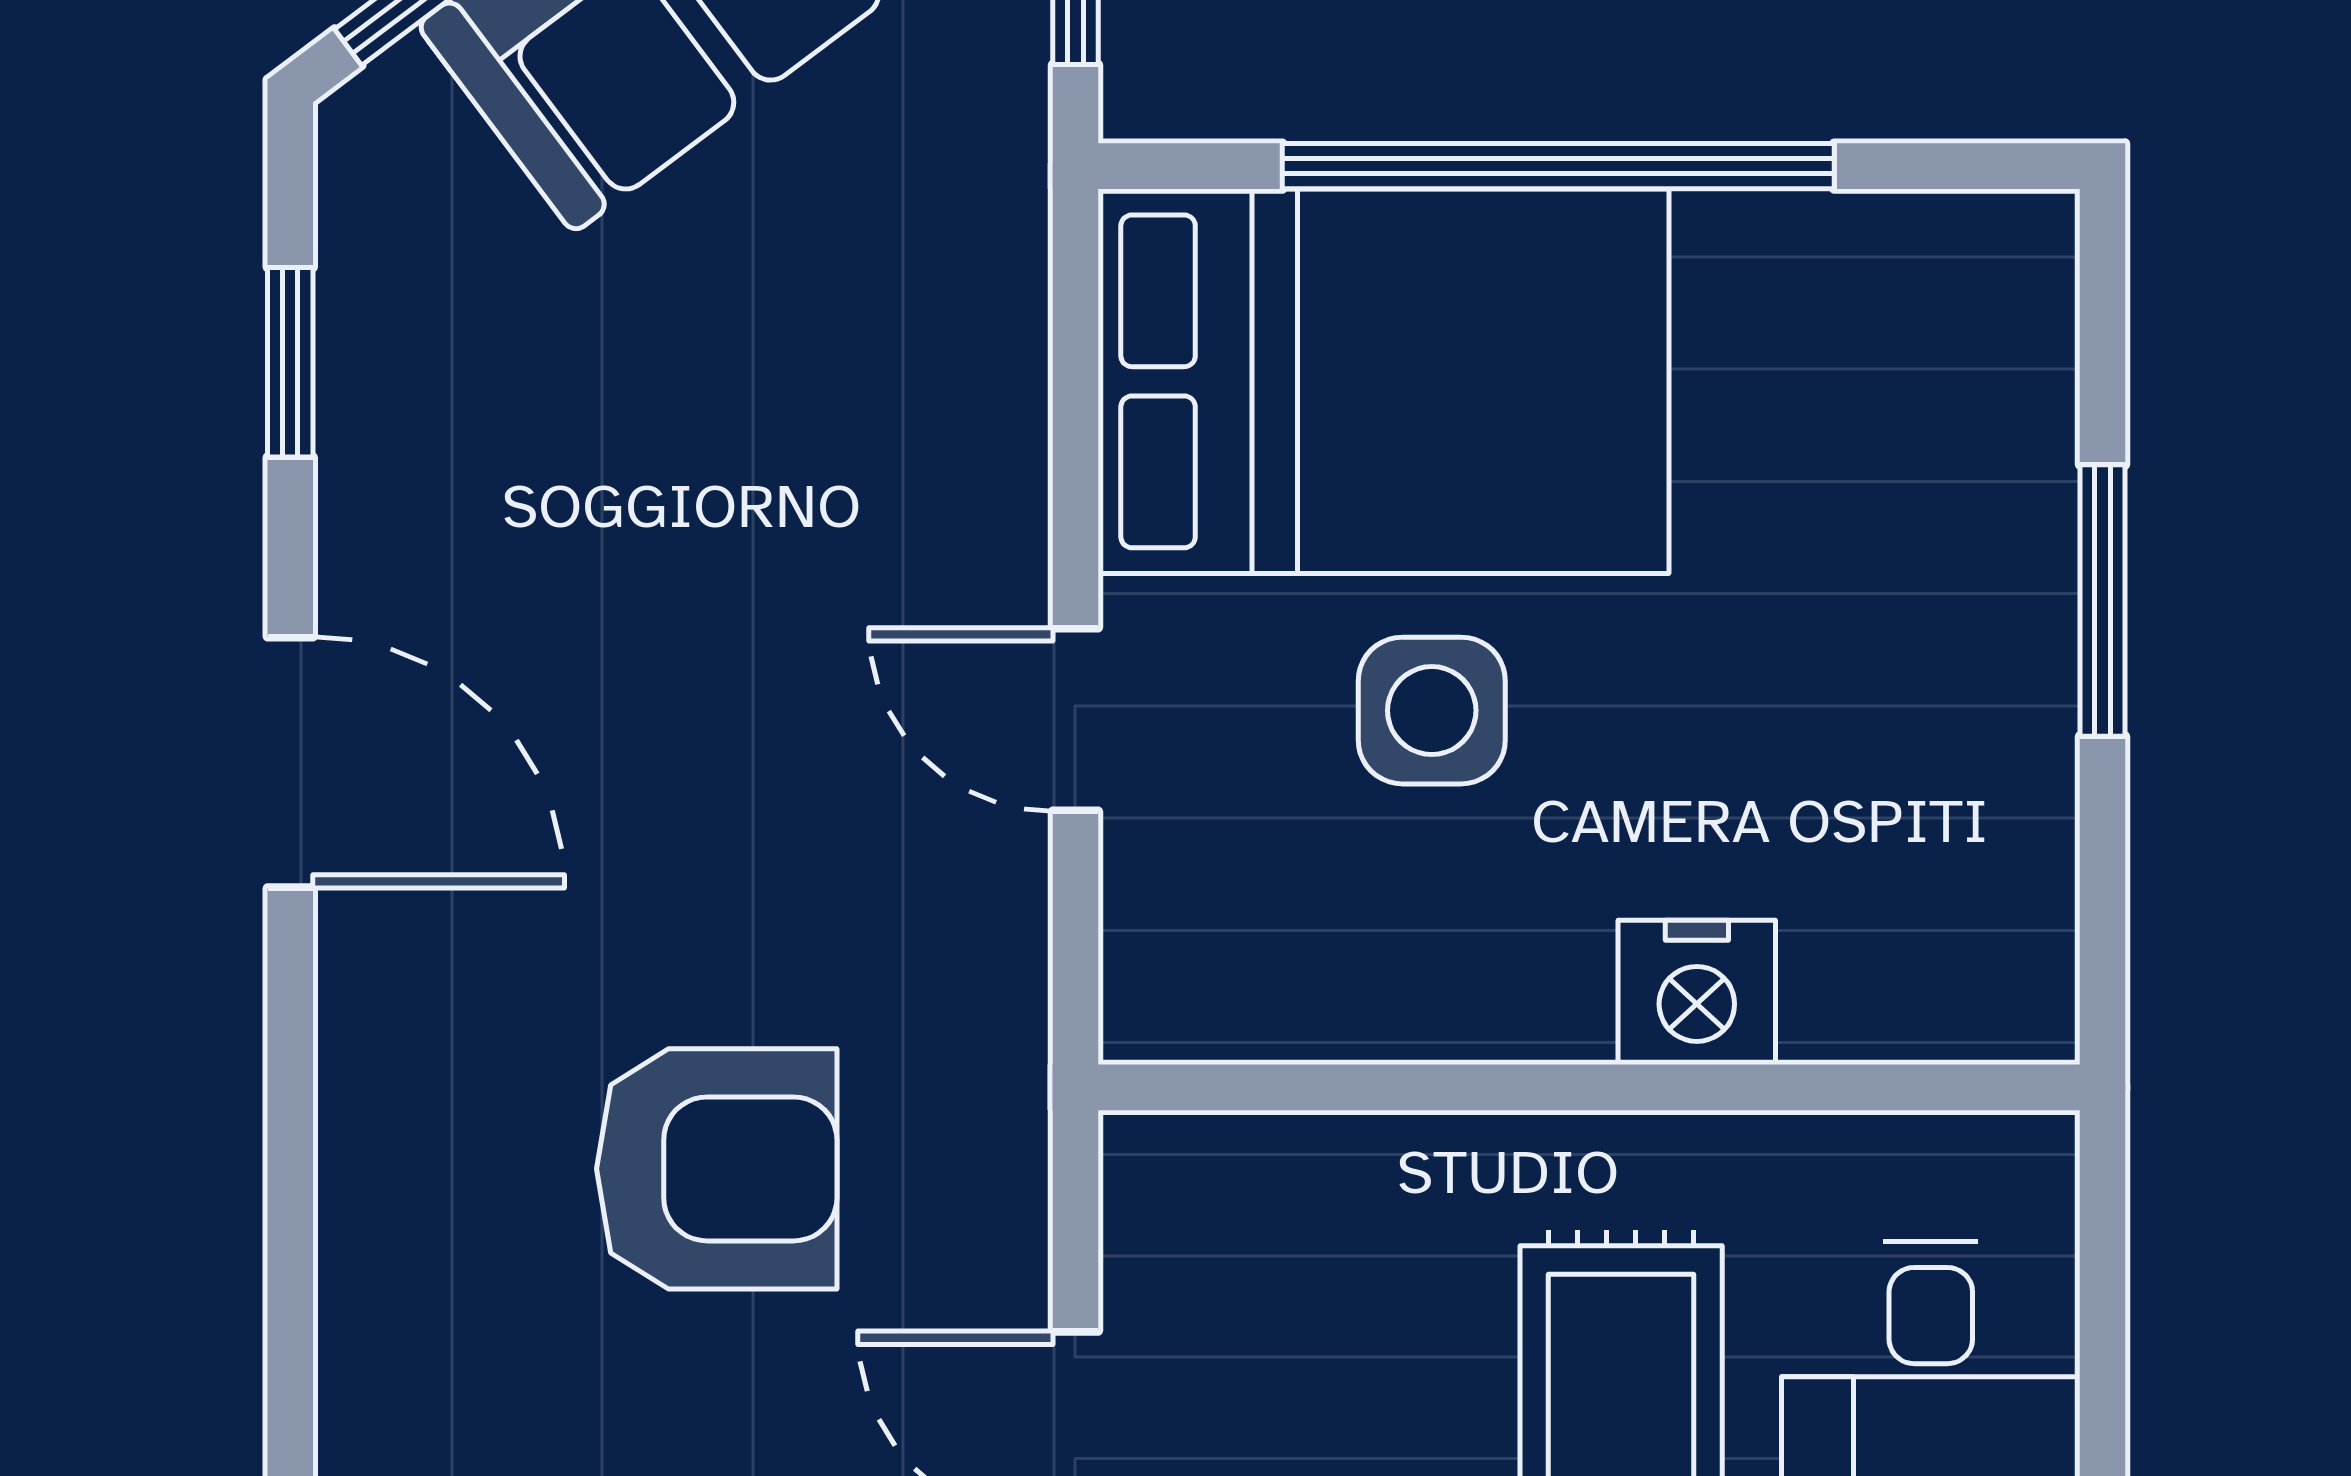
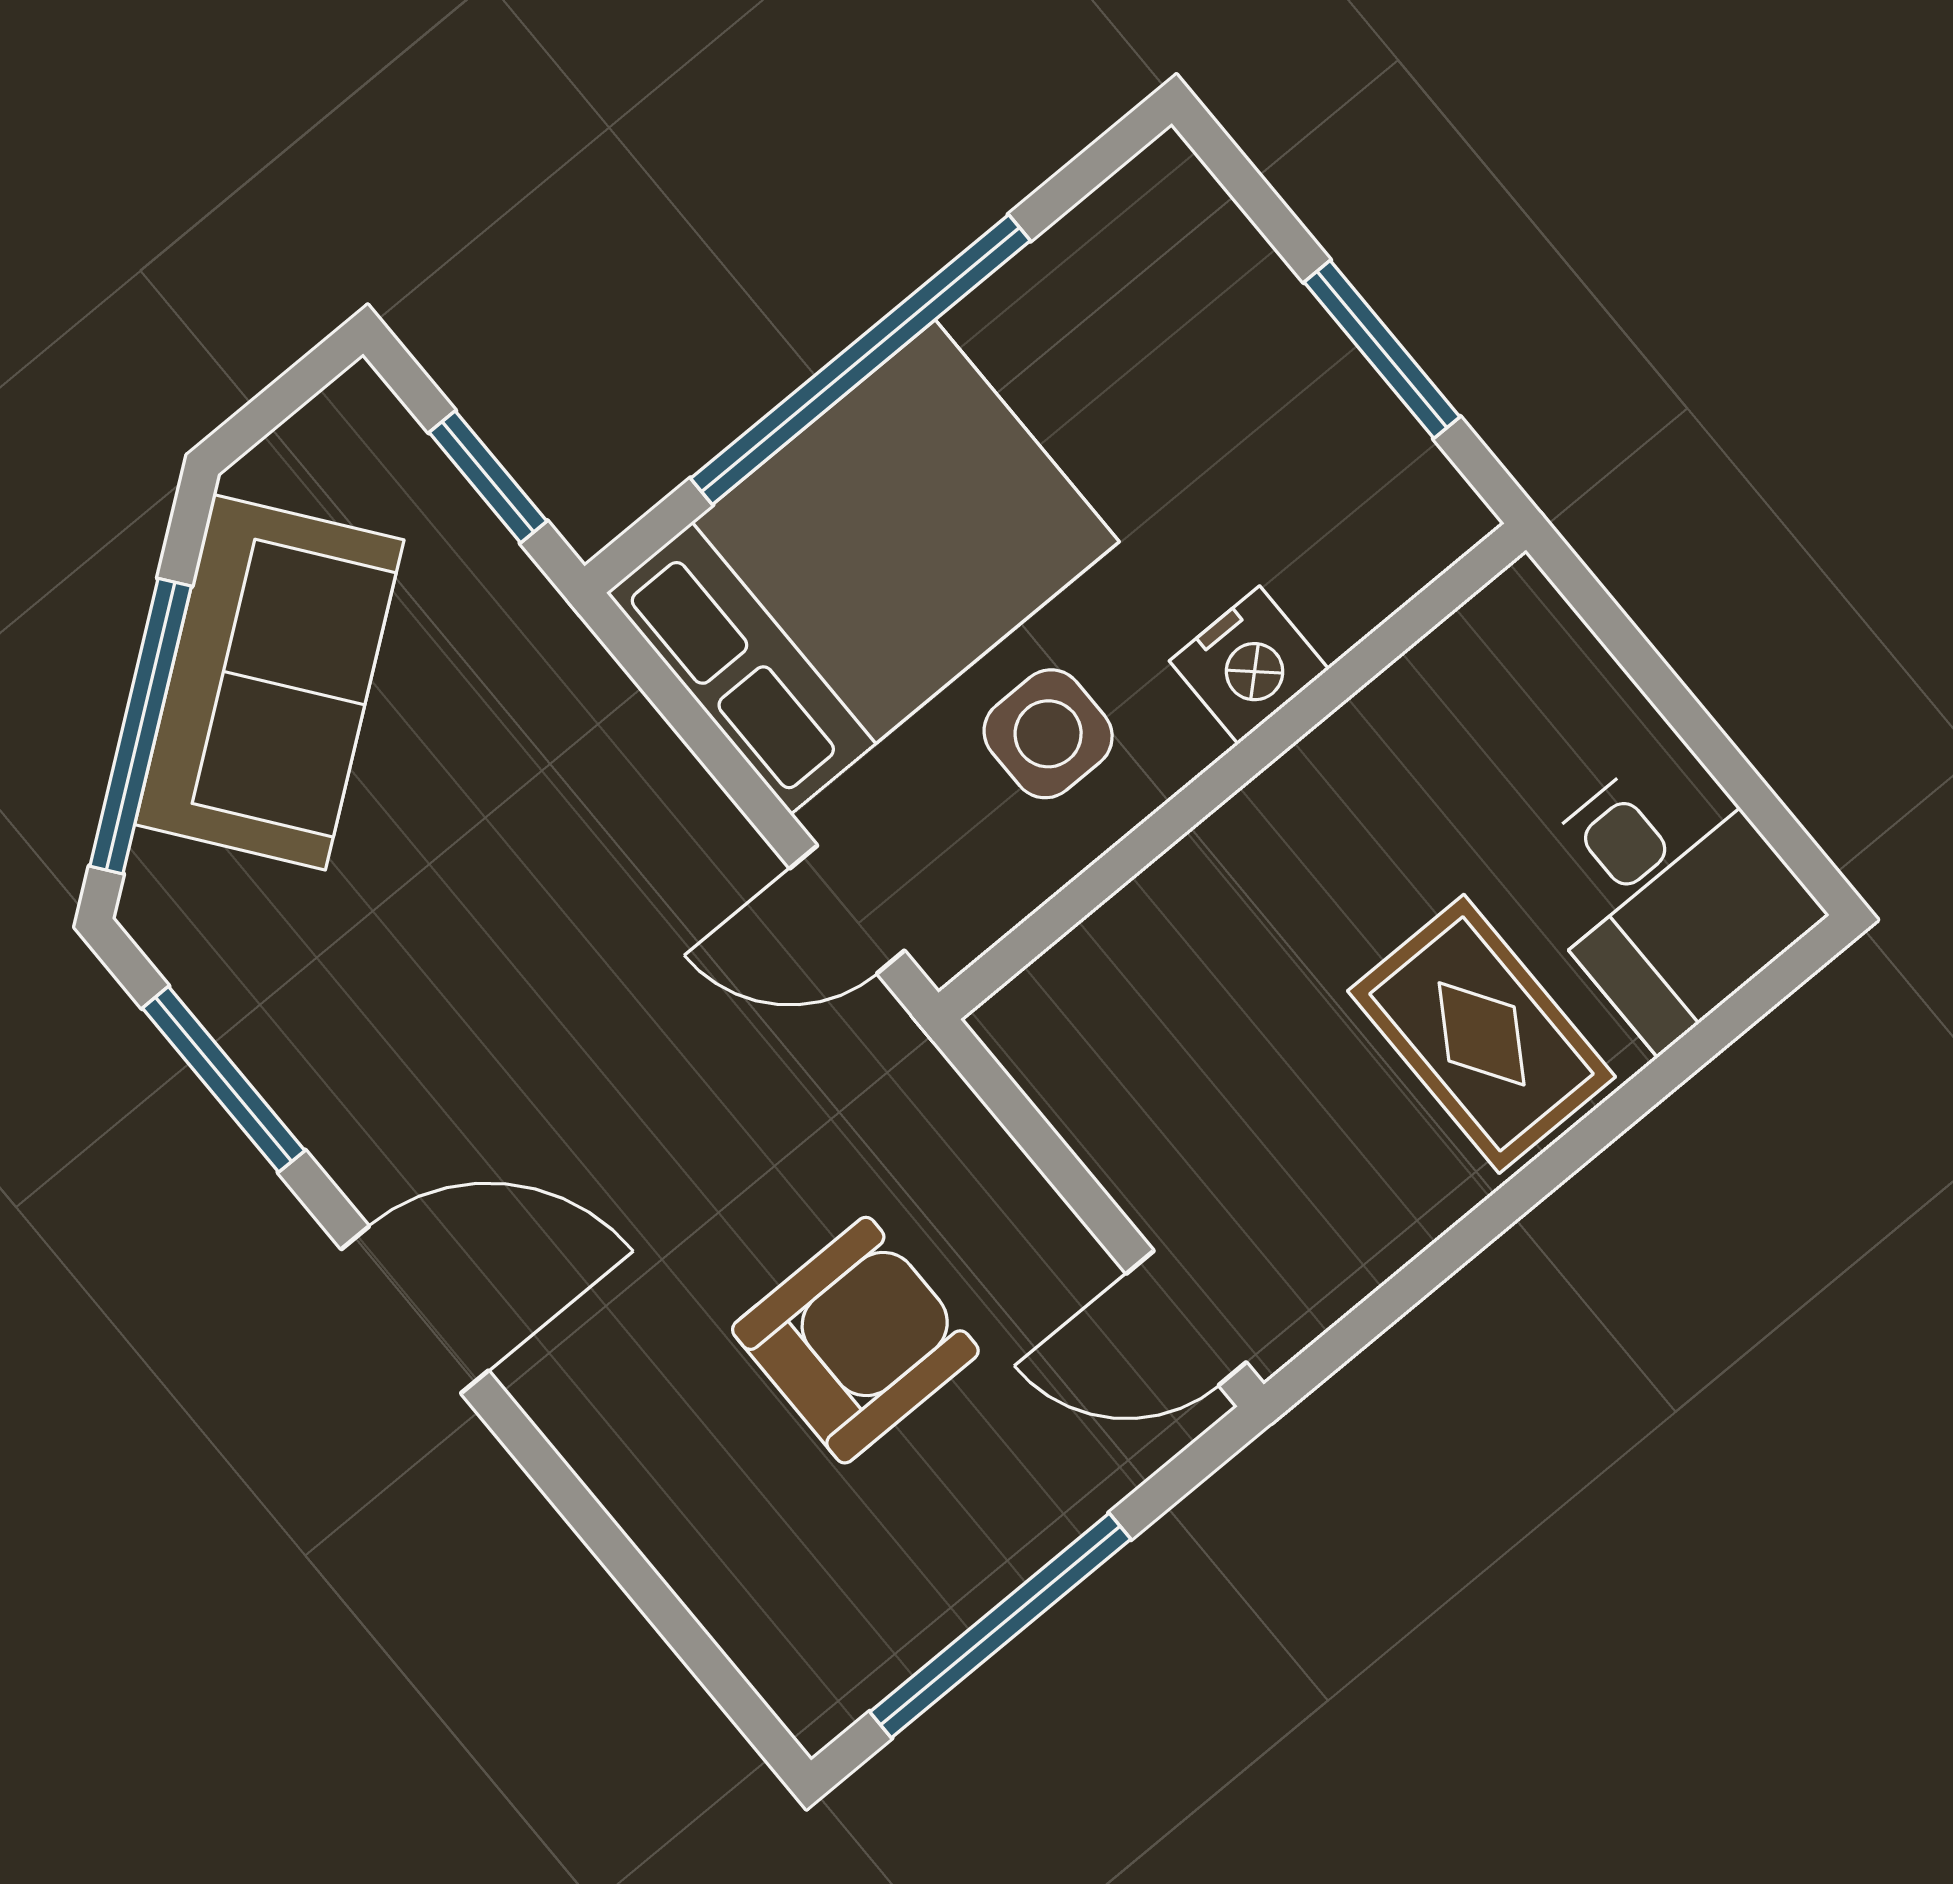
window: (290, 362) -> (224, 1079), width x1.50
nightstand: (1697, 992) -> (1249, 665), moved
wall: (1589, 1087) -> (1232, 771), moved

